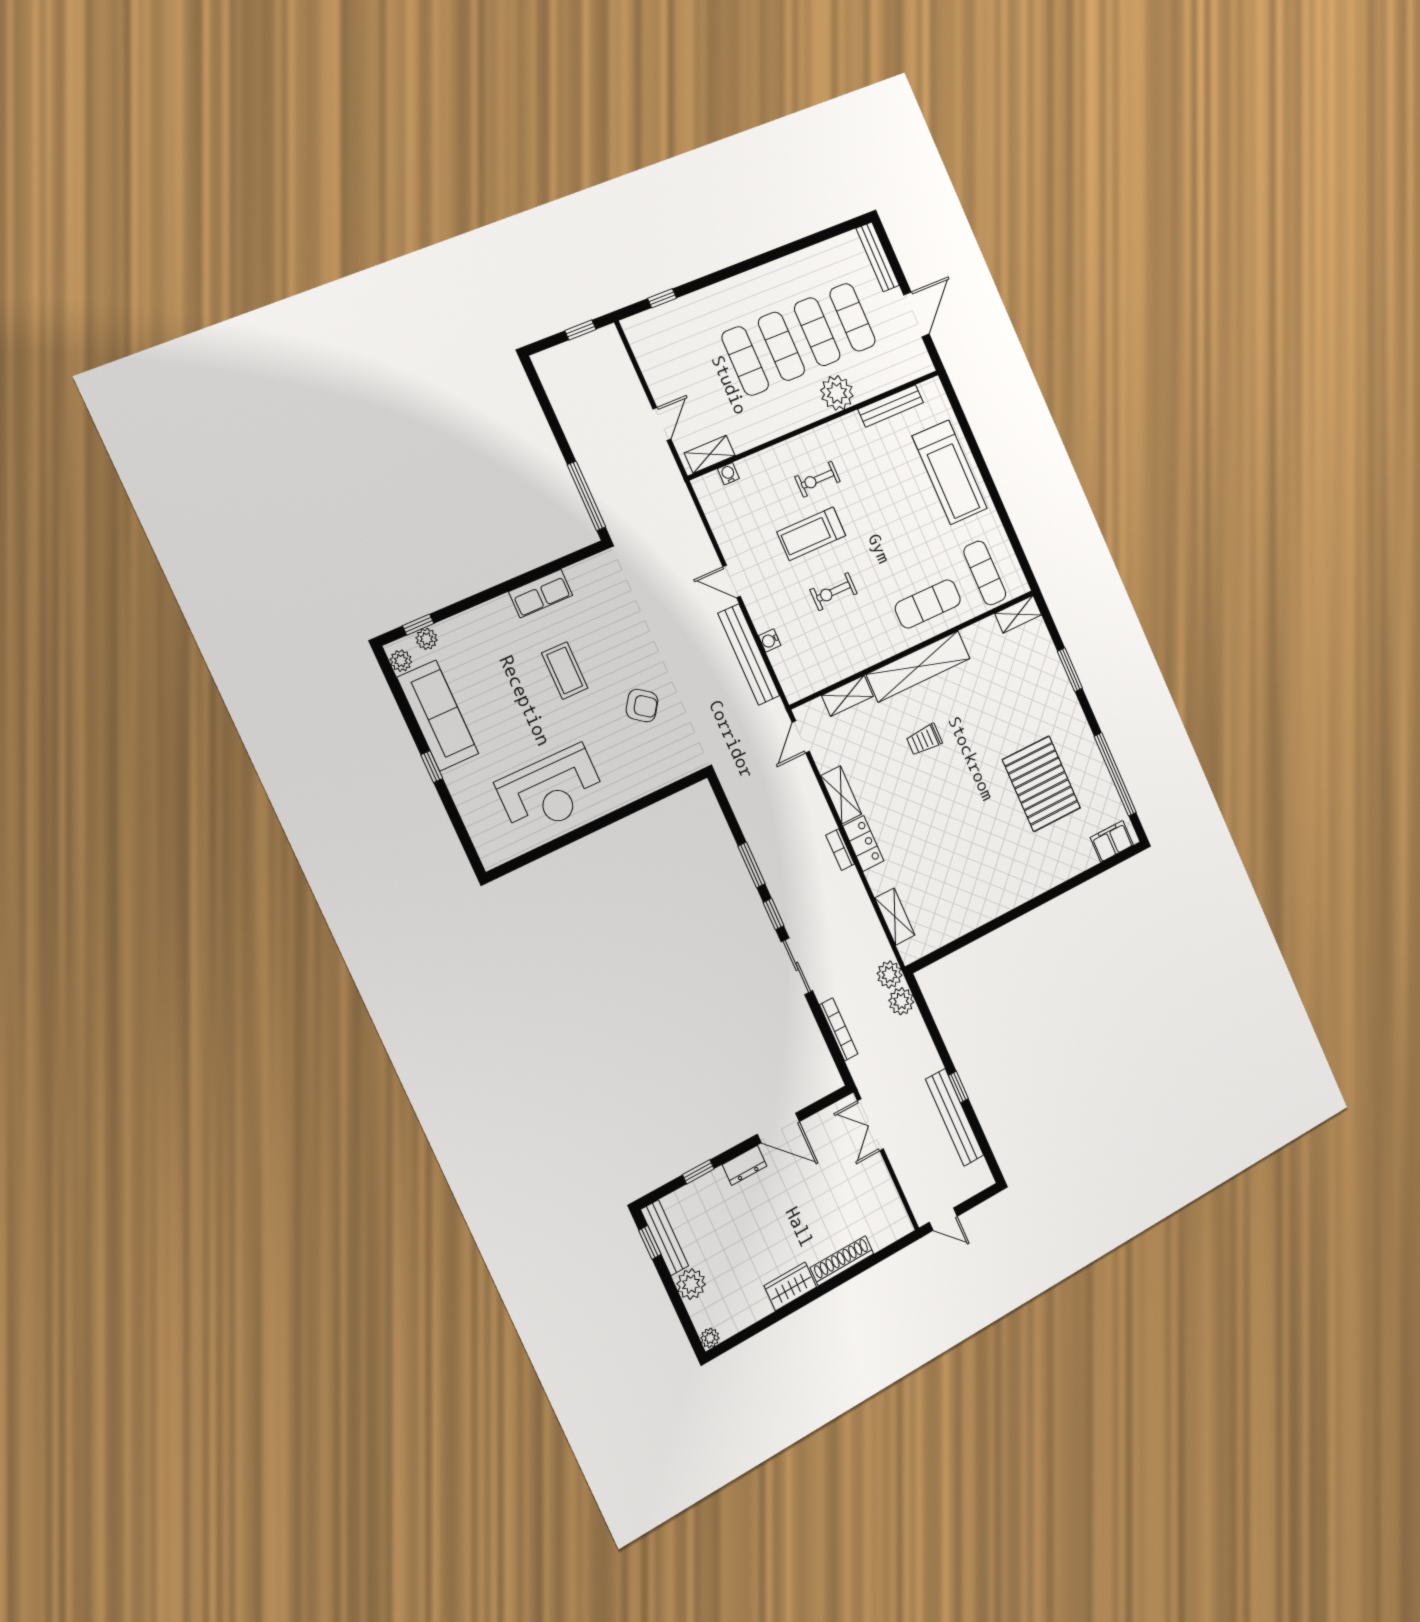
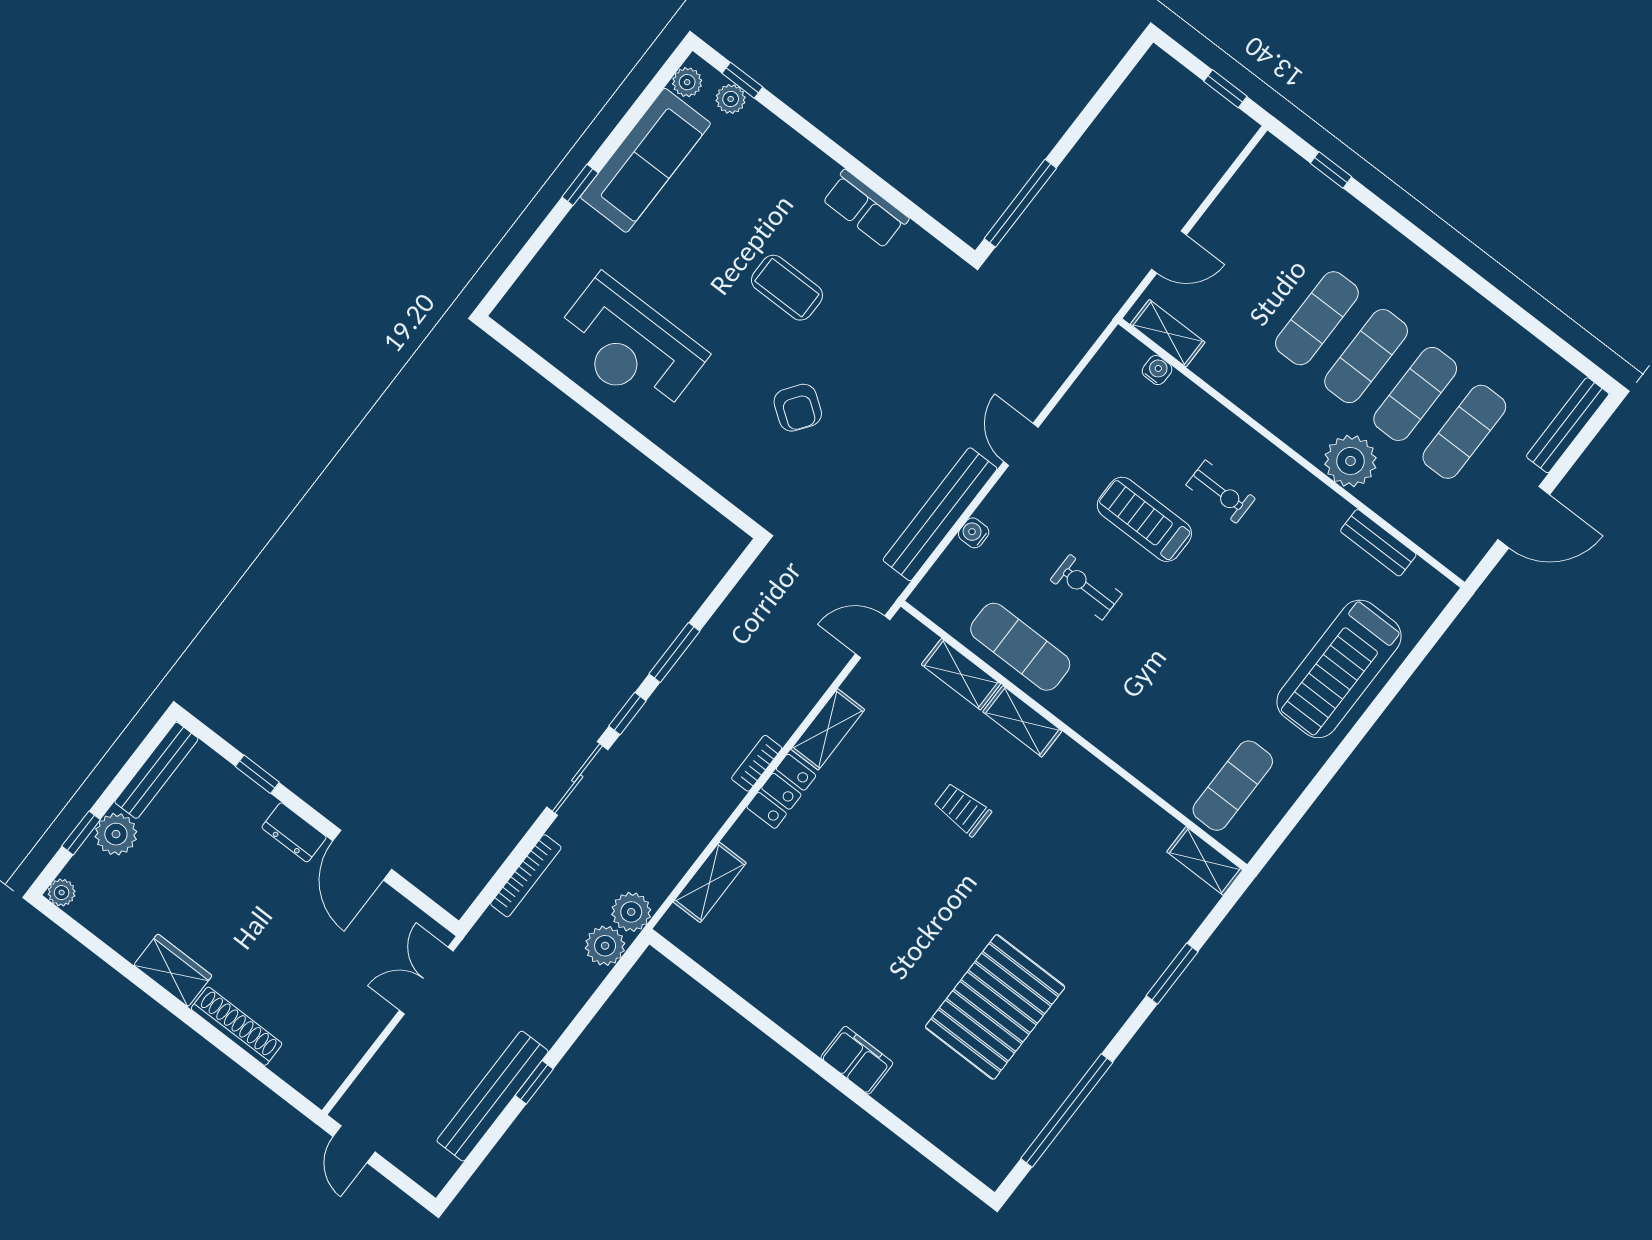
bench: (891, 406) -> (1378, 543), width x0.73
exercise bike: (817, 479) -> (1221, 492), turned 180
exercise mat: (928, 604) -> (1020, 647), moved
shelving: (918, 666) -> (1022, 721), width x0.45, depth x0.75
coffee table: (565, 671) -> (787, 288), turned 90
filing cabinet: (1112, 841) -> (857, 1060), moved
window: (650, 1242) -> (81, 833), moved

